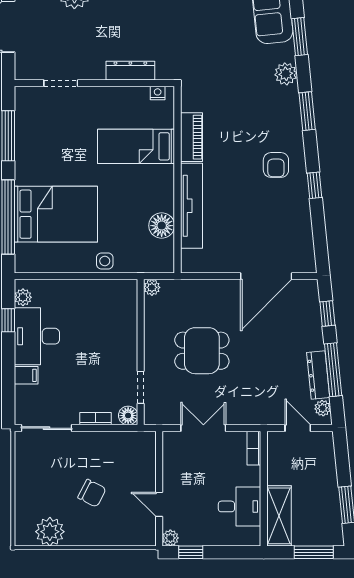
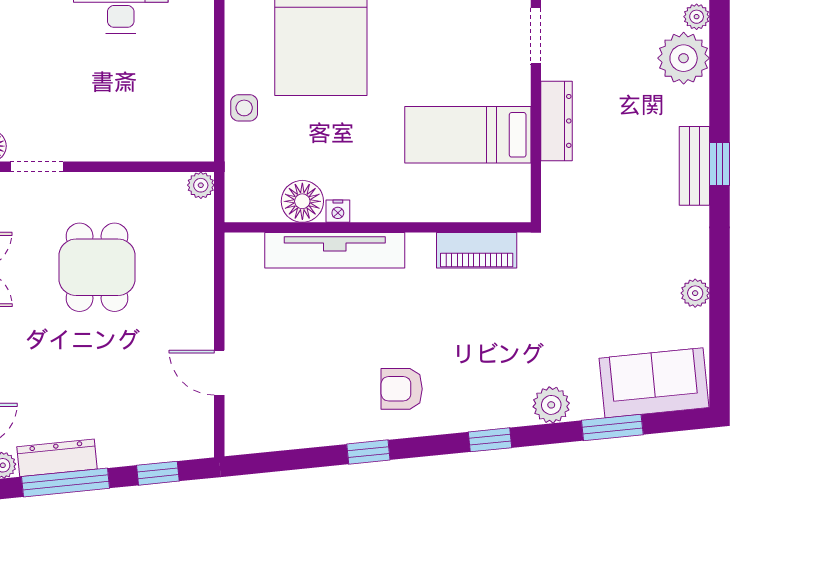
dresser: (130, 71) -> (557, 121), moved
nightstand: (158, 93) -> (338, 211), moved, turned 90
window: (307, 111) -> (490, 440), width x0.67
piano: (192, 137) -> (477, 250), moved
bed: (136, 146) -> (468, 135), moved, turned -90
door: (266, 276) -> (219, 373), width x0.53

